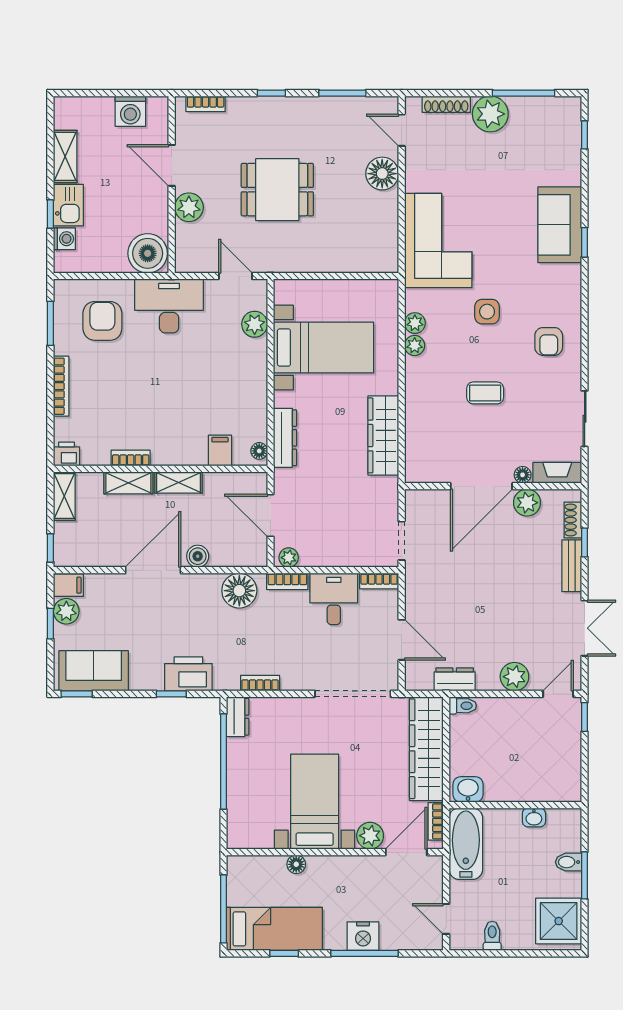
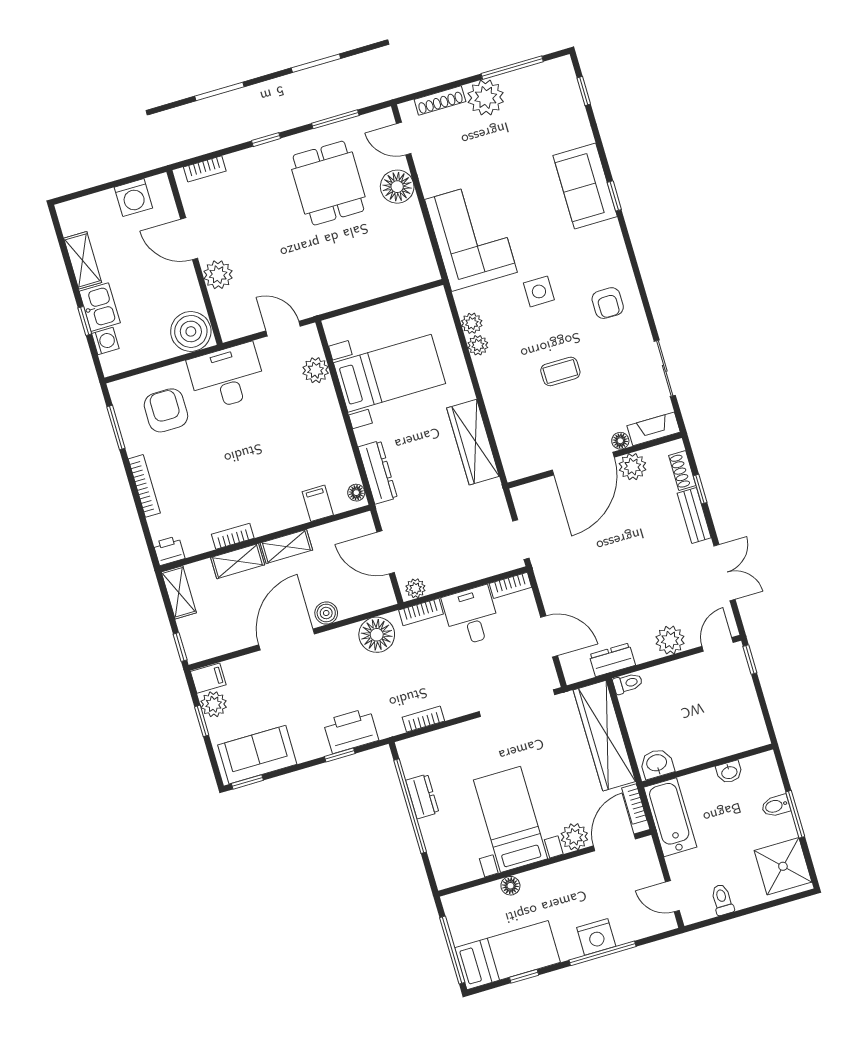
dining table: (277, 190) -> (328, 183), moved, turned 90
dresser: (238, 717) -> (422, 796), moved

